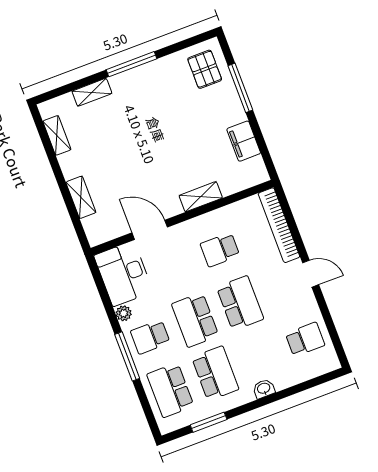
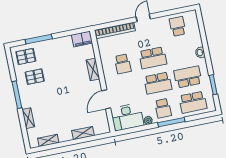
pallet: (170, 92) -> (35, 77), added
filing cabinet: (244, 141) -> (82, 39), moved
school desk: (240, 303) -> (153, 58), turned 180

